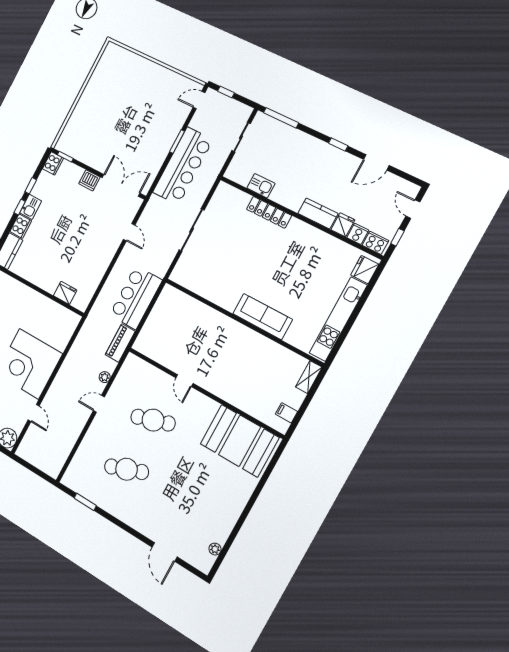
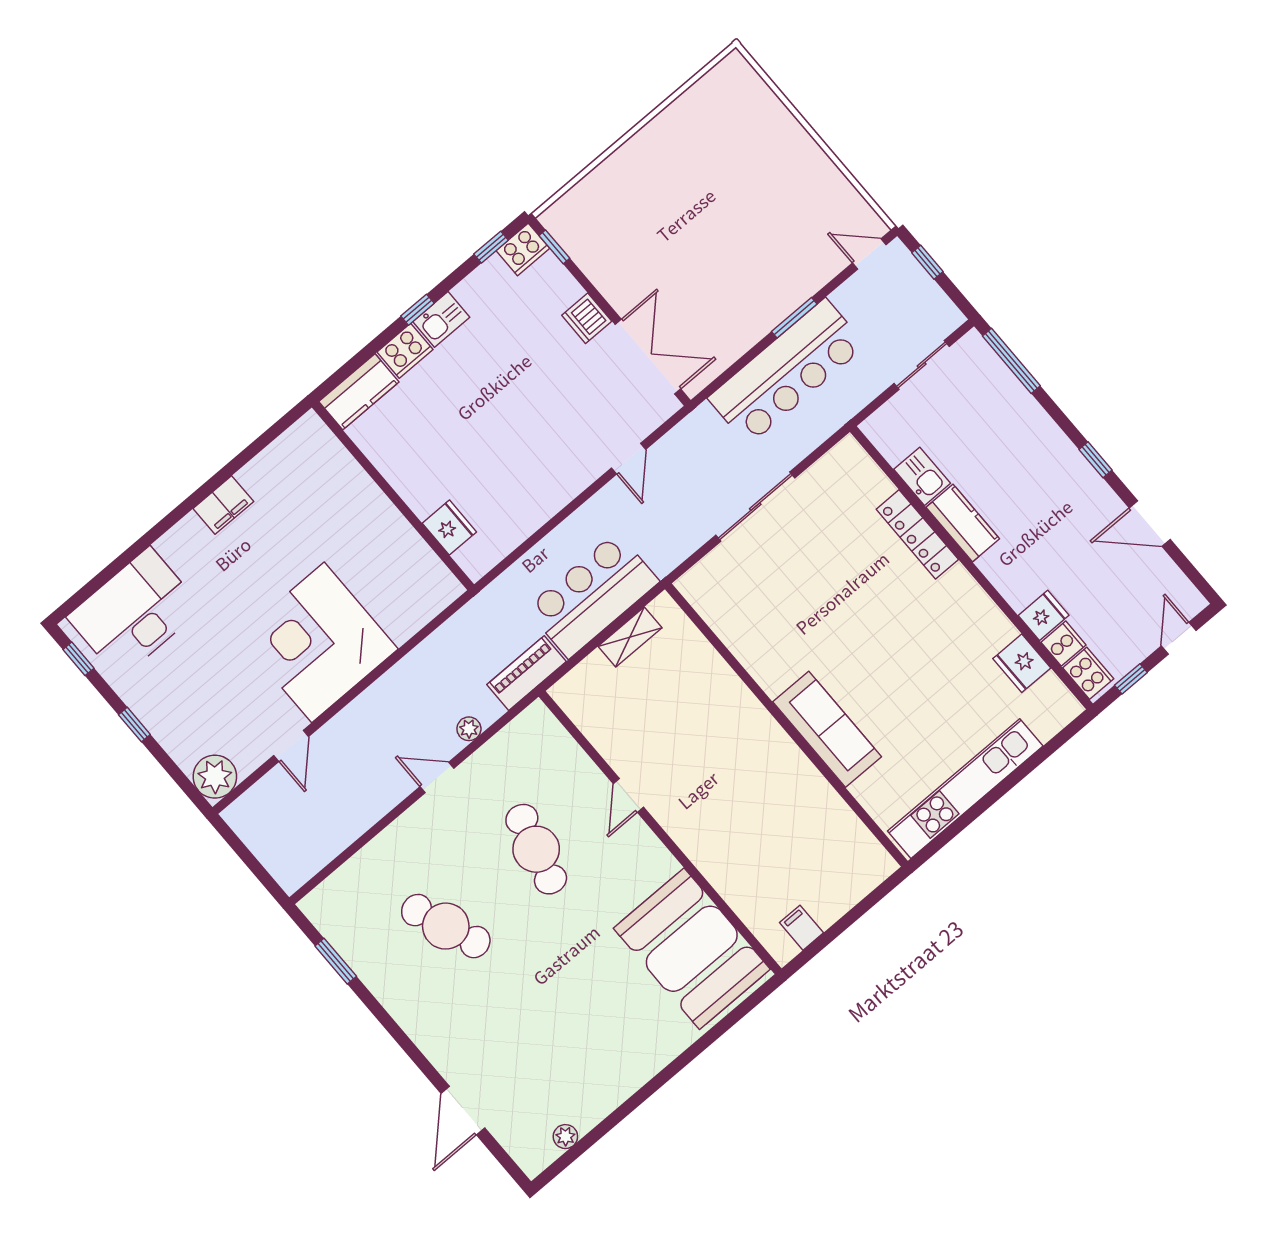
window: (31, 186) -> (491, 247), moved
kitchen counter: (318, 213) -> (963, 523), moved
fridge: (365, 270) -> (1022, 663), moved, turned -90
shelving: (309, 377) -> (630, 637), moved
cafe table: (153, 420) -> (536, 849), turned 33

